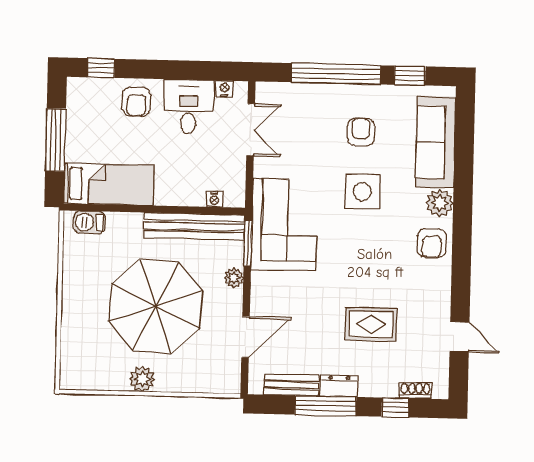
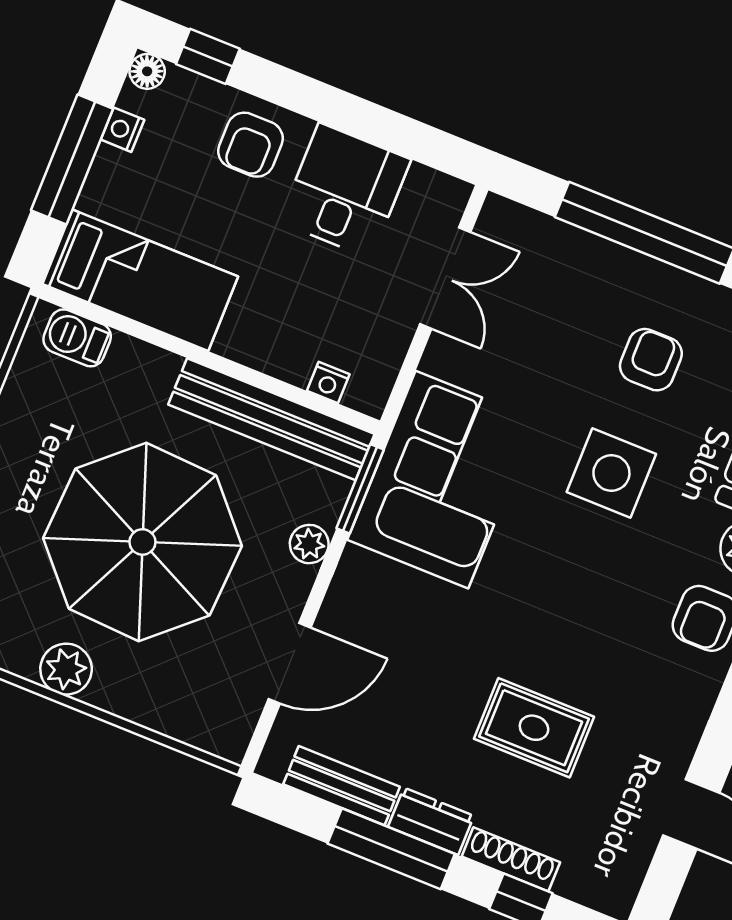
floor lamp: (75, 86) -> (147, 71), added
nightstand: (224, 89) -> (122, 130), moved, turned -90
shoe rack: (415, 390) -> (511, 859), moved, width x1.43

